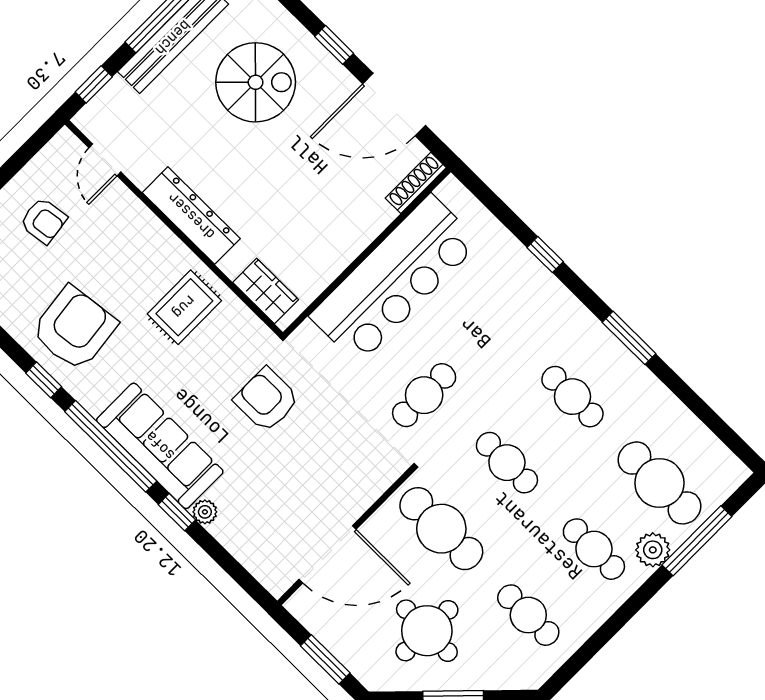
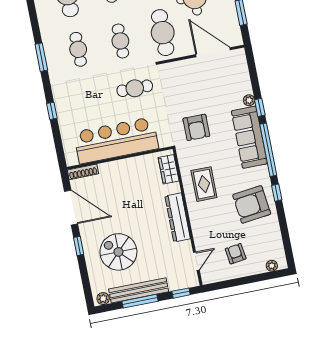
rug: (184, 307) -> (204, 184), turned 90

